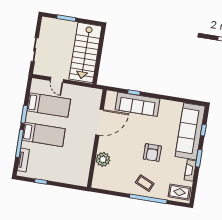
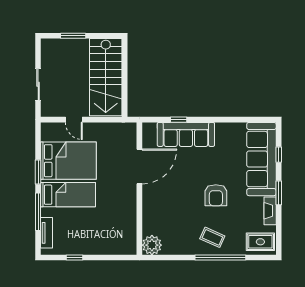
bed: (49, 105) -> (68, 161), width x1.50
plant: (103, 159) -> (152, 245), moved

